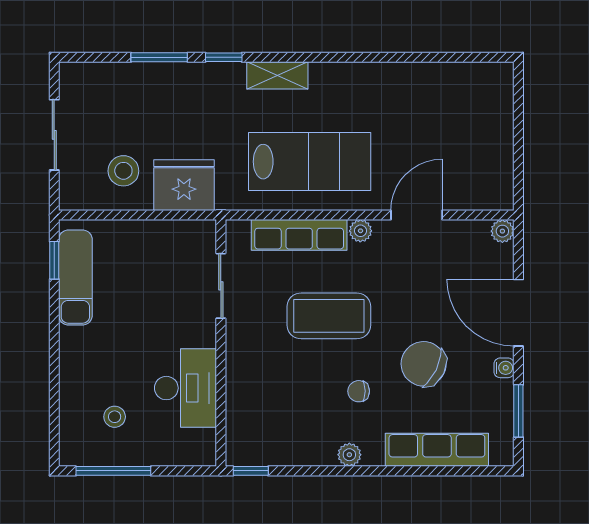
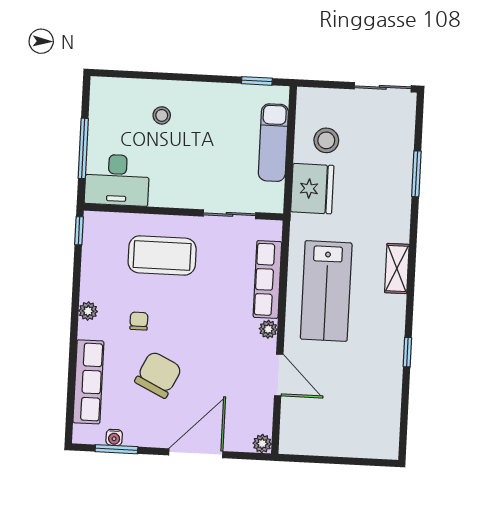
window: (224, 57) -> (407, 352), moved
sliding door: (54, 135) -> (383, 87), moved
exam couch: (75, 277) -> (273, 143), moved, turned 90
coffee table: (329, 316) -> (162, 255), moved, turned 90
water cooler: (504, 368) -> (114, 437), moved
desk: (185, 388) -> (117, 180), moved
stool: (115, 417) -> (162, 115), moved
window: (113, 471) -> (83, 148), moved

